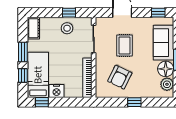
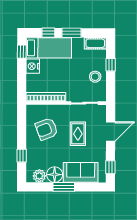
window: (69, 13) -> (111, 65), moved
rug: (125, 46) -> (78, 134), turned 90
armchair: (120, 77) -> (47, 129), turned -47
window: (134, 102) -> (22, 156), moved

